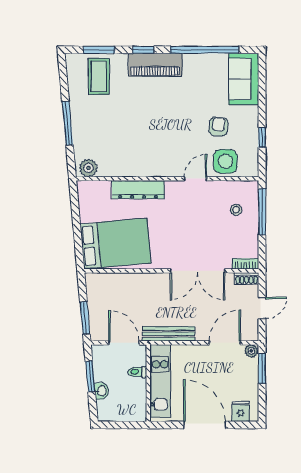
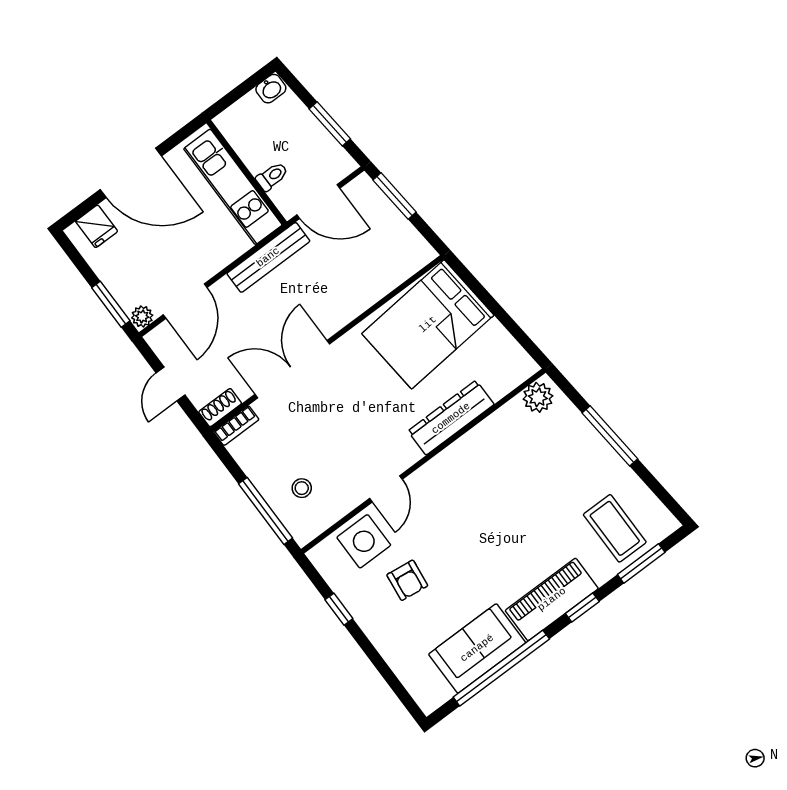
sofa: (244, 79) -> (477, 648), moved, turned -90
washbasin: (102, 391) -> (271, 89), moved, turned -85

